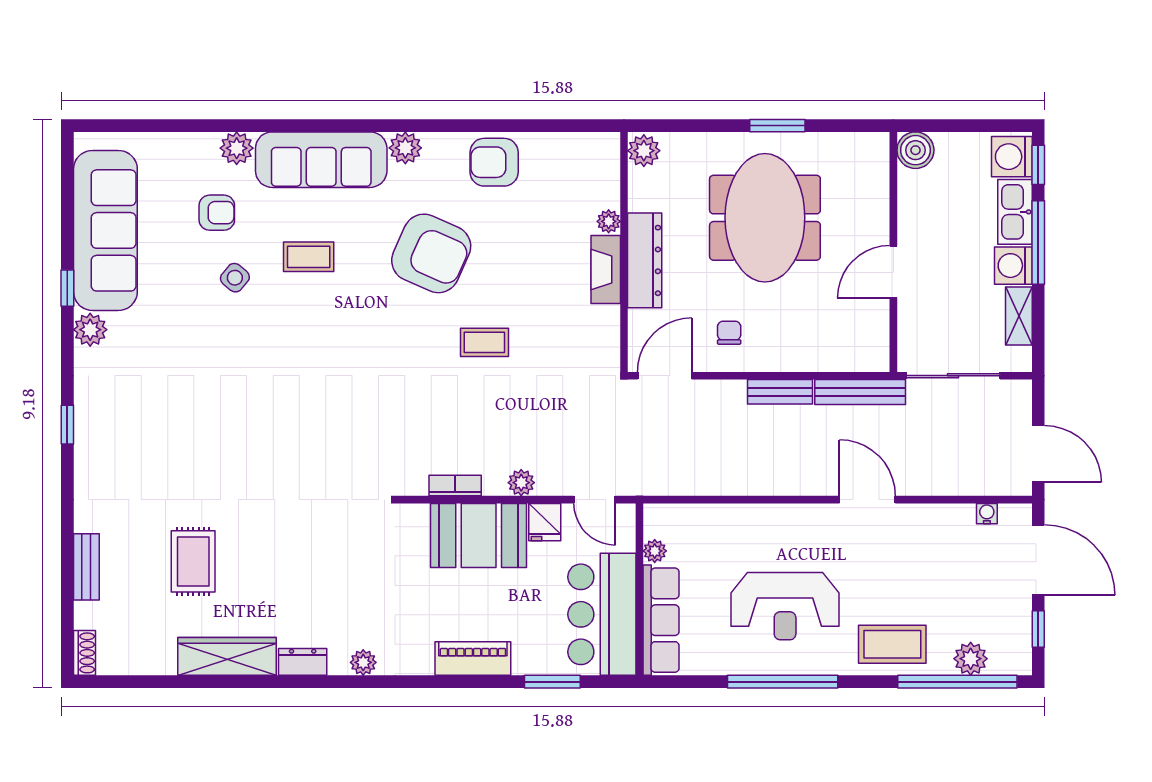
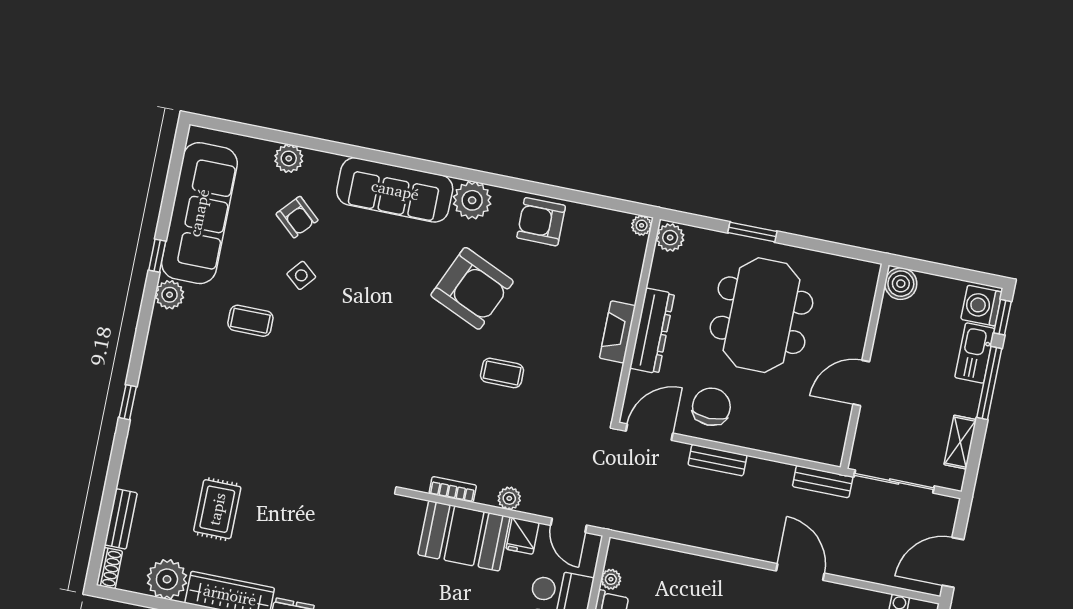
window: (777, 126) -> (752, 232), moved
plant: (237, 148) -> (289, 158), moved
plant: (405, 148) -> (472, 200), width x1.36, depth x1.36
armchair: (217, 213) -> (297, 217), turned 42
plant: (609, 221) -> (642, 225), moved
coffee table: (309, 257) -> (250, 321), moved
washing machine: (1013, 266) -> (964, 398), removed
chair: (729, 333) -> (711, 407), width x1.87, depth x1.87
bench: (780, 392) -> (718, 460), moved
bench: (860, 392) -> (823, 482), width x0.73
window: (67, 425) -> (128, 402), moved
door: (1038, 454) -> (953, 562), swing flipped
bench: (86, 567) -> (121, 519), moved
plant: (152, 652) -> (167, 579), added

